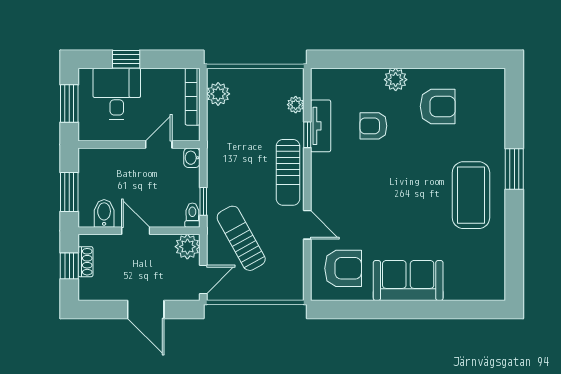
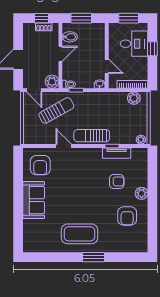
plant: (296, 105) -> (141, 140), moved
armchair: (373, 126) -> (117, 182), turned 90
door: (307, 225) -> (64, 146), swing flipped

